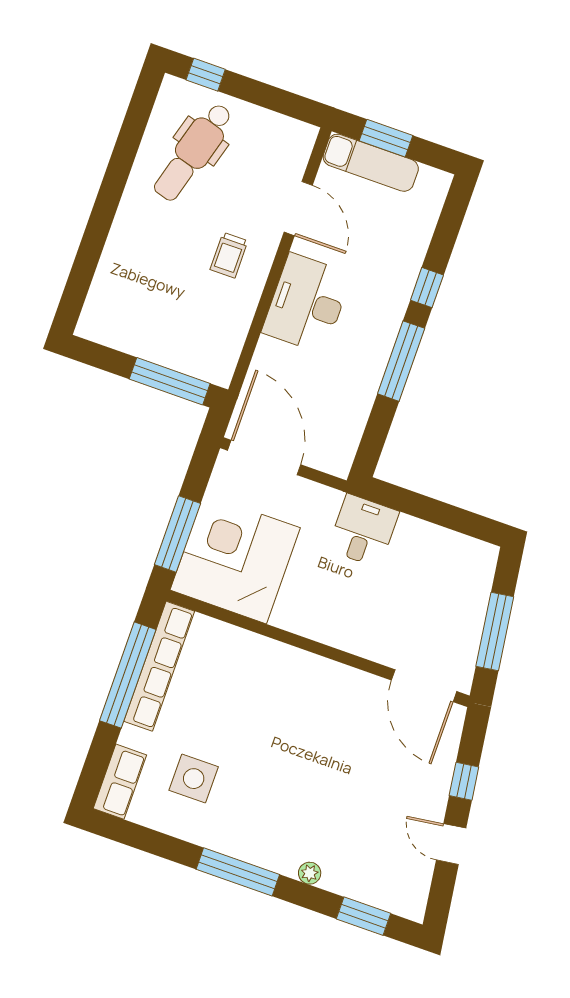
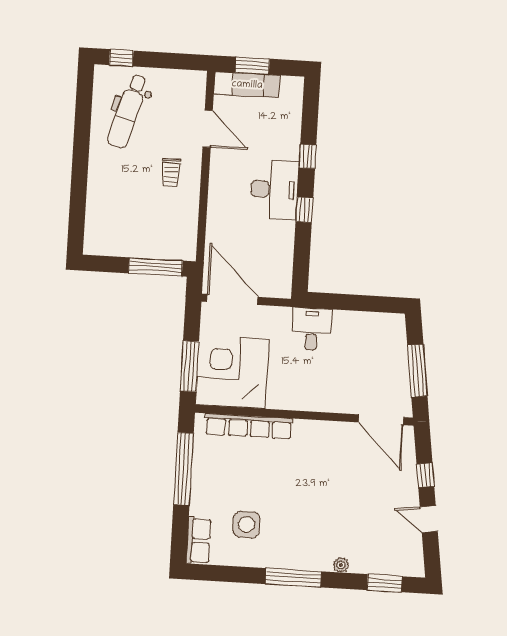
desk: (307, 303) -> (274, 190), moved, turned 180
window: (401, 361) -> (304, 210), width x0.46
row of seats: (159, 666) -> (249, 426), moved, turned 90

